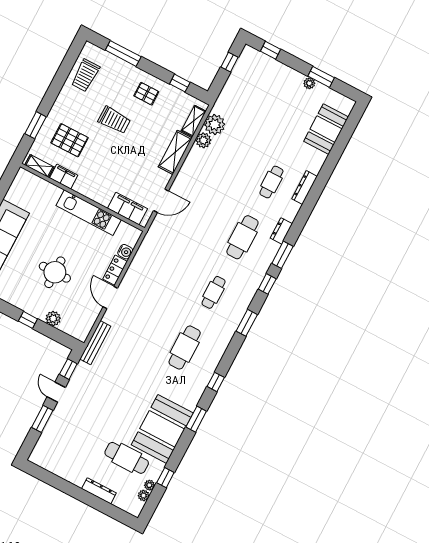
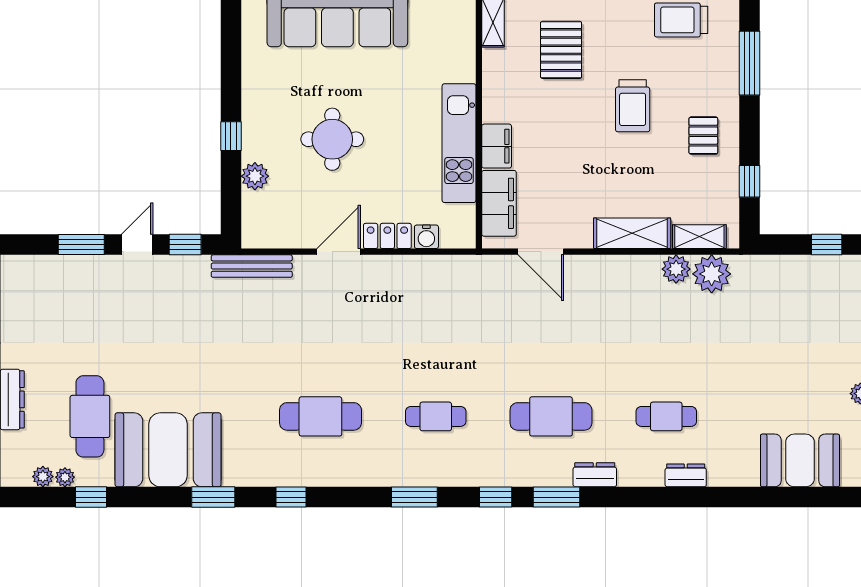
filing cabinet: (64, 177) -> (497, 146), moved
dresser: (305, 188) -> (686, 475), width x0.70

